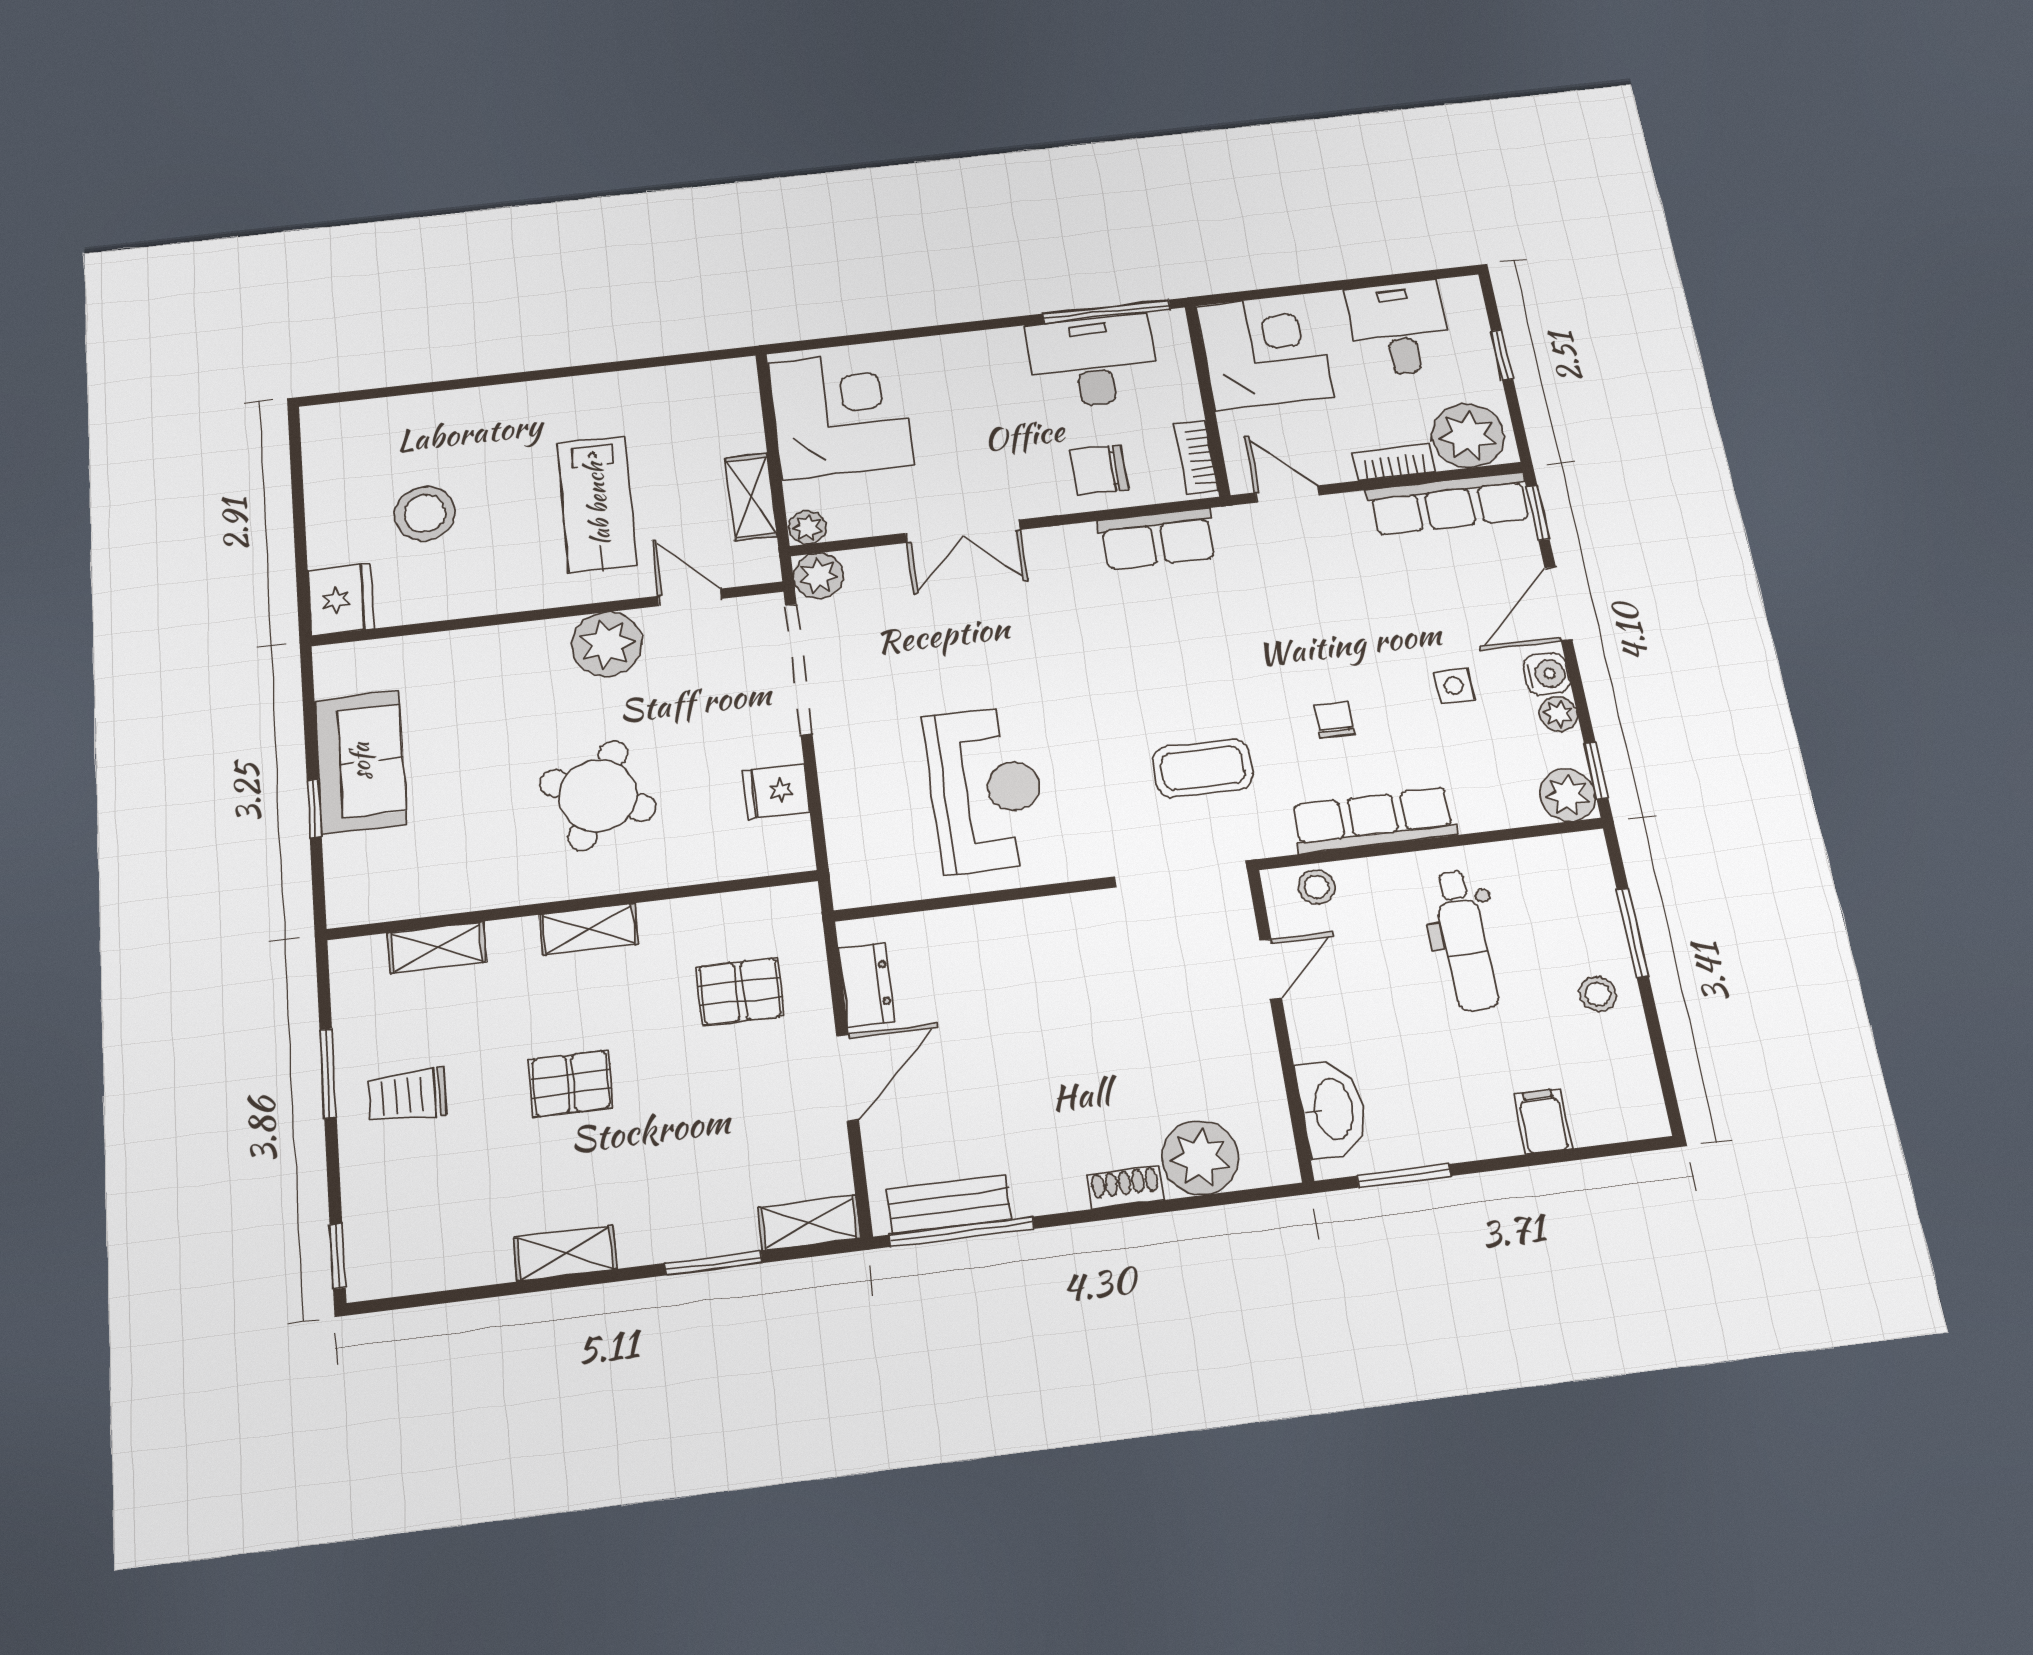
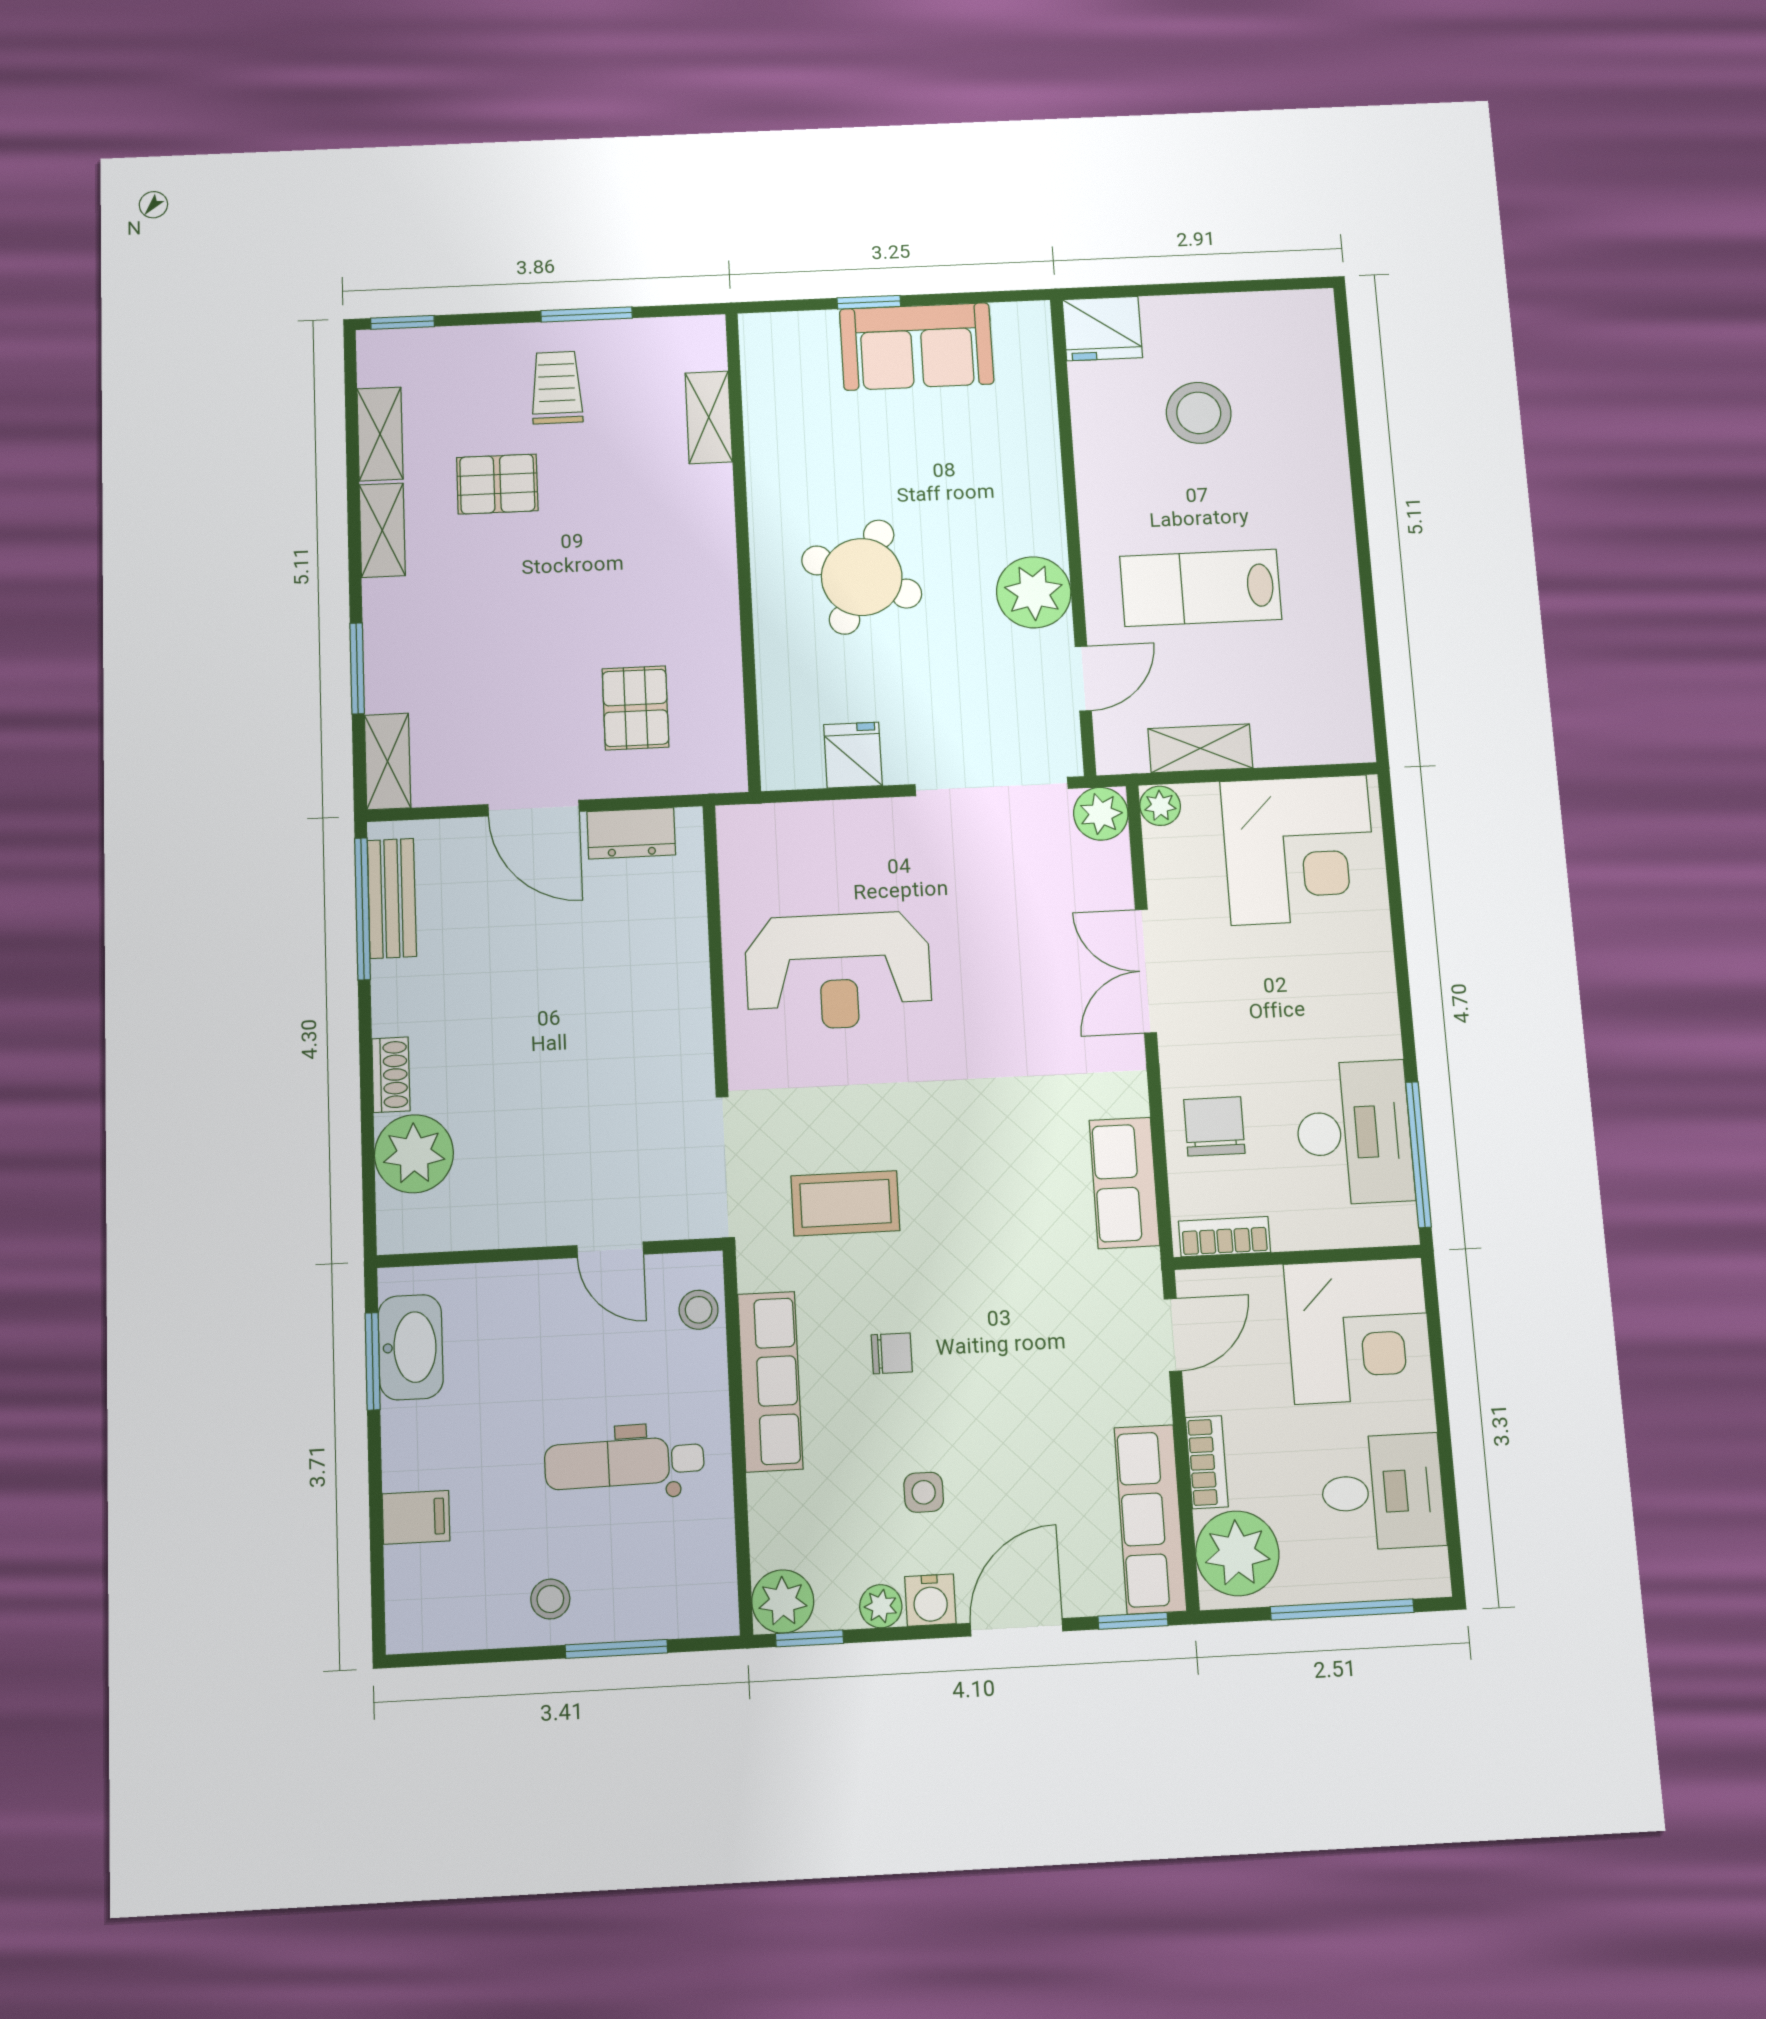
window: (1502, 355) -> (1342, 1610), width x2.17
door: (1558, 604) -> (1017, 1627), hinge flipped
coffee table: (1203, 768) -> (845, 1203), turned 90
shelving: (589, 929) -> (380, 434), moved
pallet: (571, 1084) -> (497, 484), moved, turned 90
washbasin: (1332, 1109) -> (411, 1347), moved, turned -90

